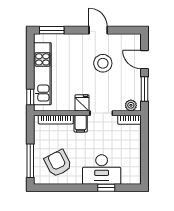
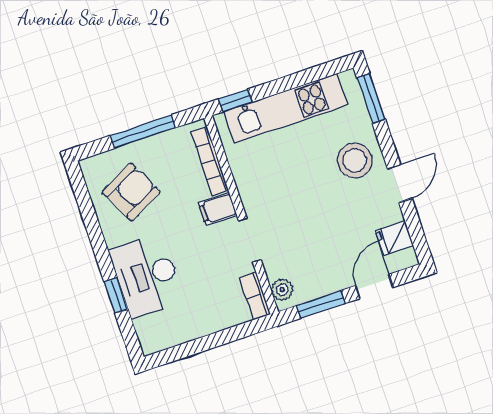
stool: (103, 63) -> (355, 160), moved
fridge: (82, 103) -> (394, 238), moved, turned 180
window: (30, 161) -> (143, 132), moved

